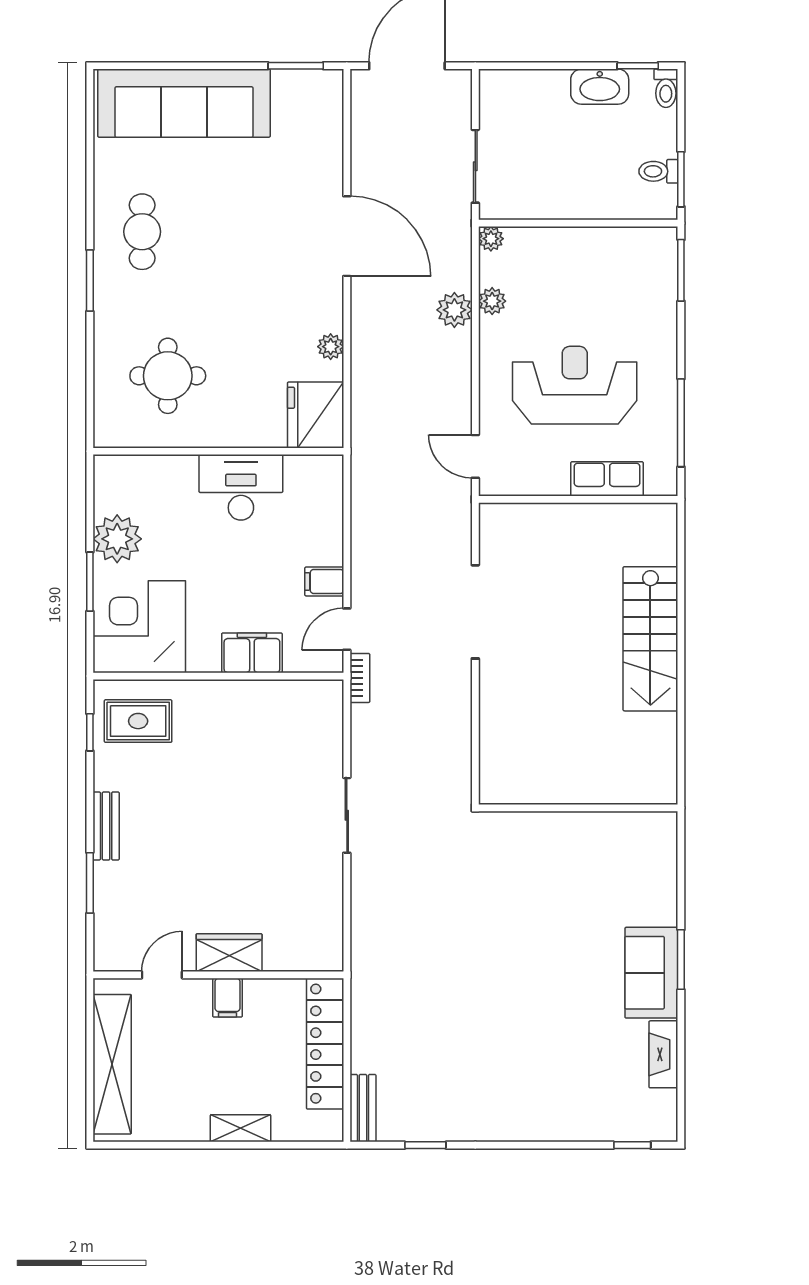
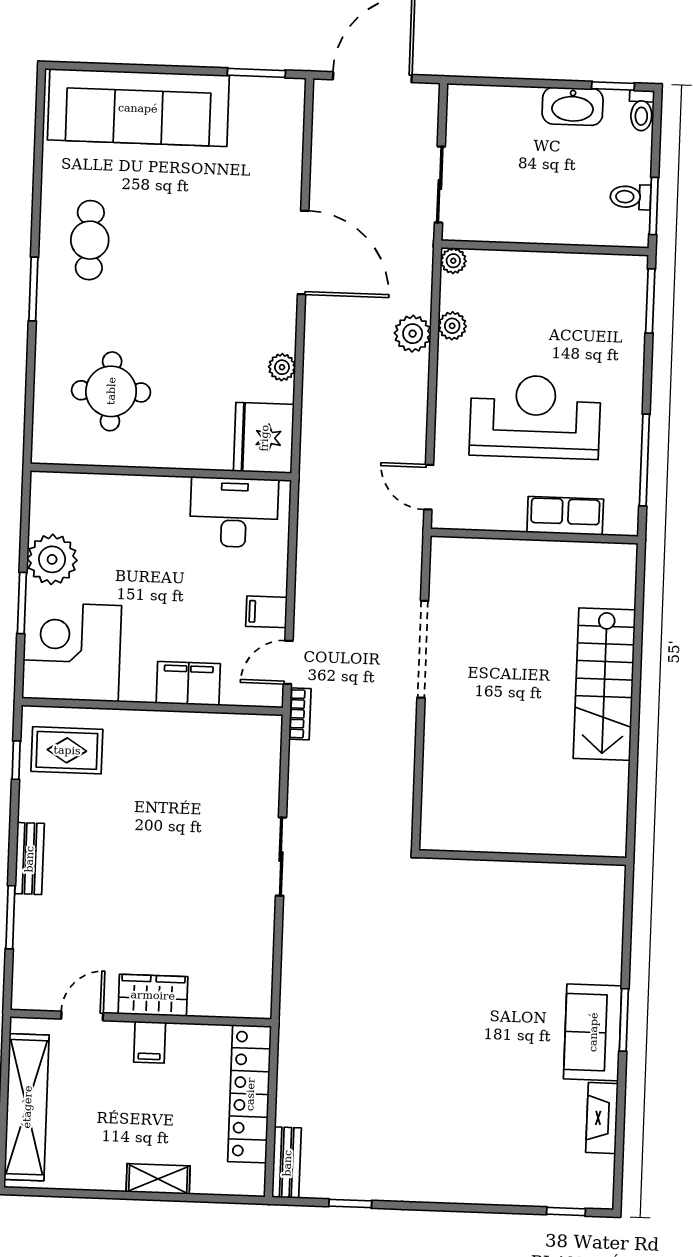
desk: (241, 487) -> (234, 512), moved

